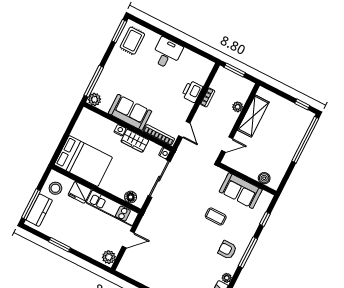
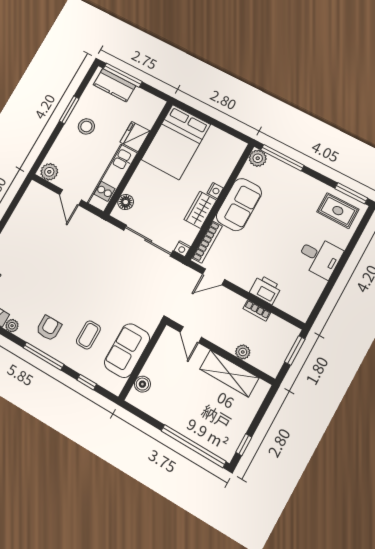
stool: (55, 188) -> (86, 126), moved
coffee table: (216, 217) -> (88, 335), moved

